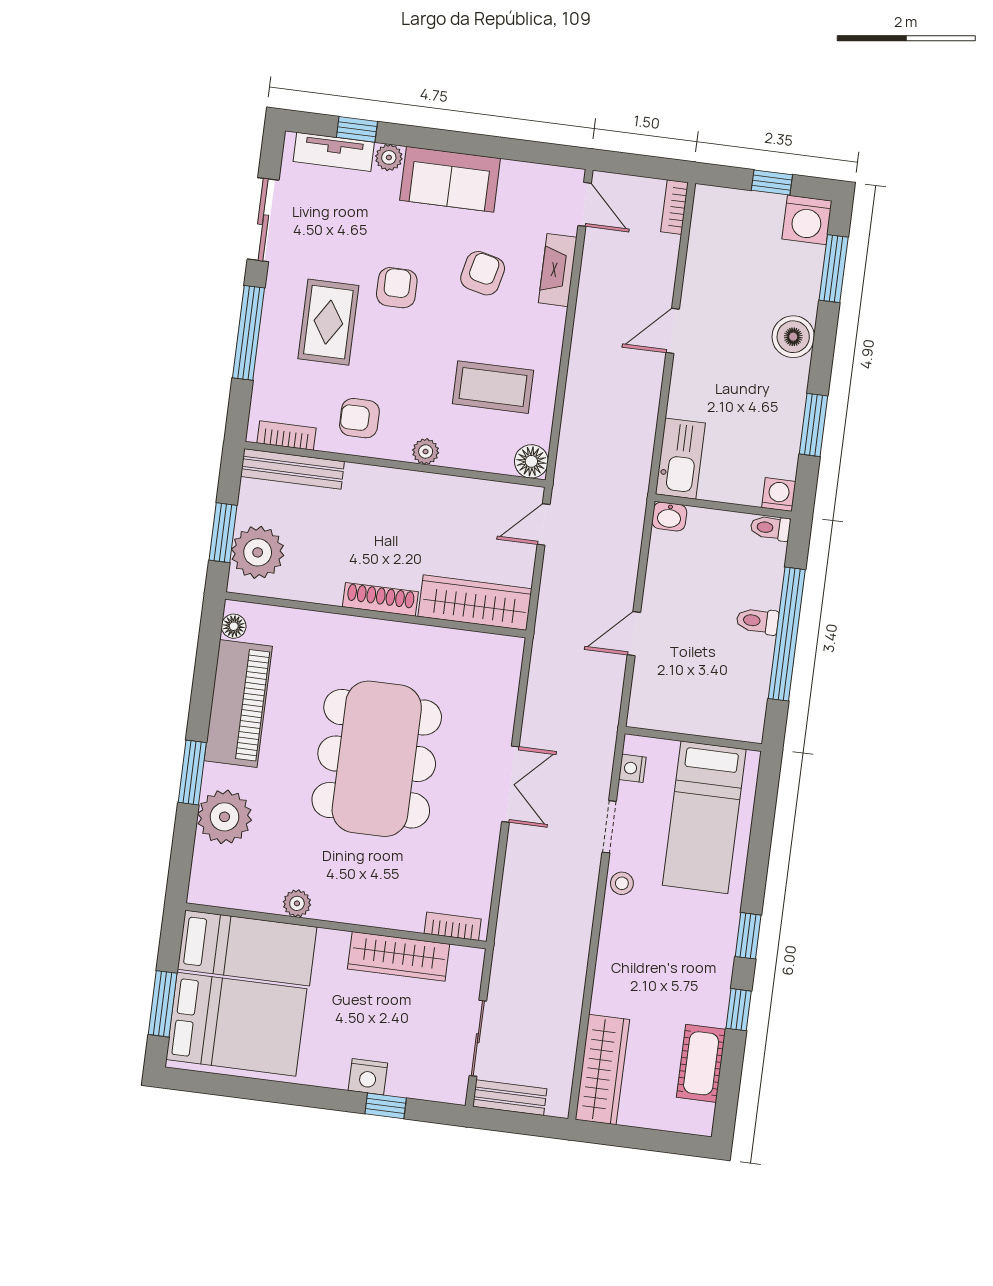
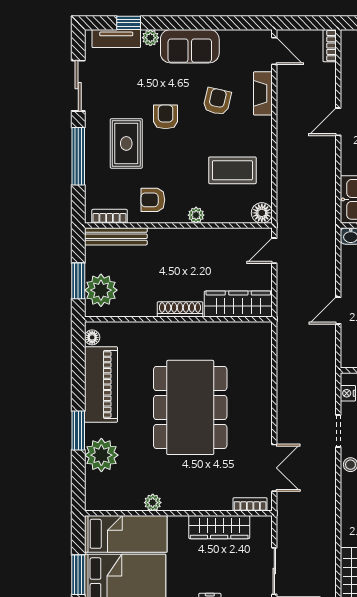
double door: (510, 784) -> (274, 468), moved

